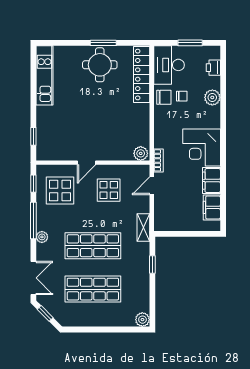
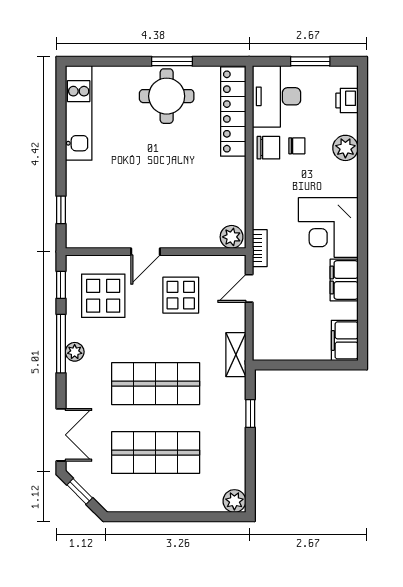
filing cabinet: (212, 207) -> (345, 340), moved
plant: (42, 237) -> (75, 352), moved

